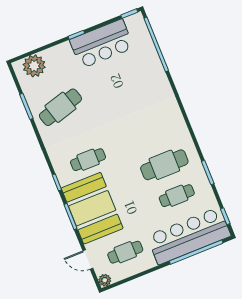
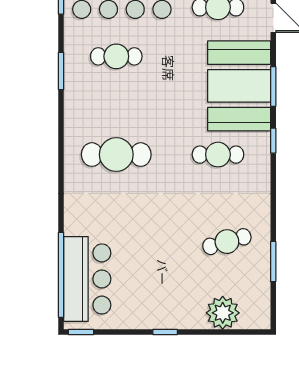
bar counter: (102, 44) -> (87, 279), moved, turned 90
plant: (34, 66) -> (223, 313), moved
cafe table: (60, 107) -> (227, 242), width x0.73, depth x0.74
cafe table: (164, 165) -> (116, 155), moved

